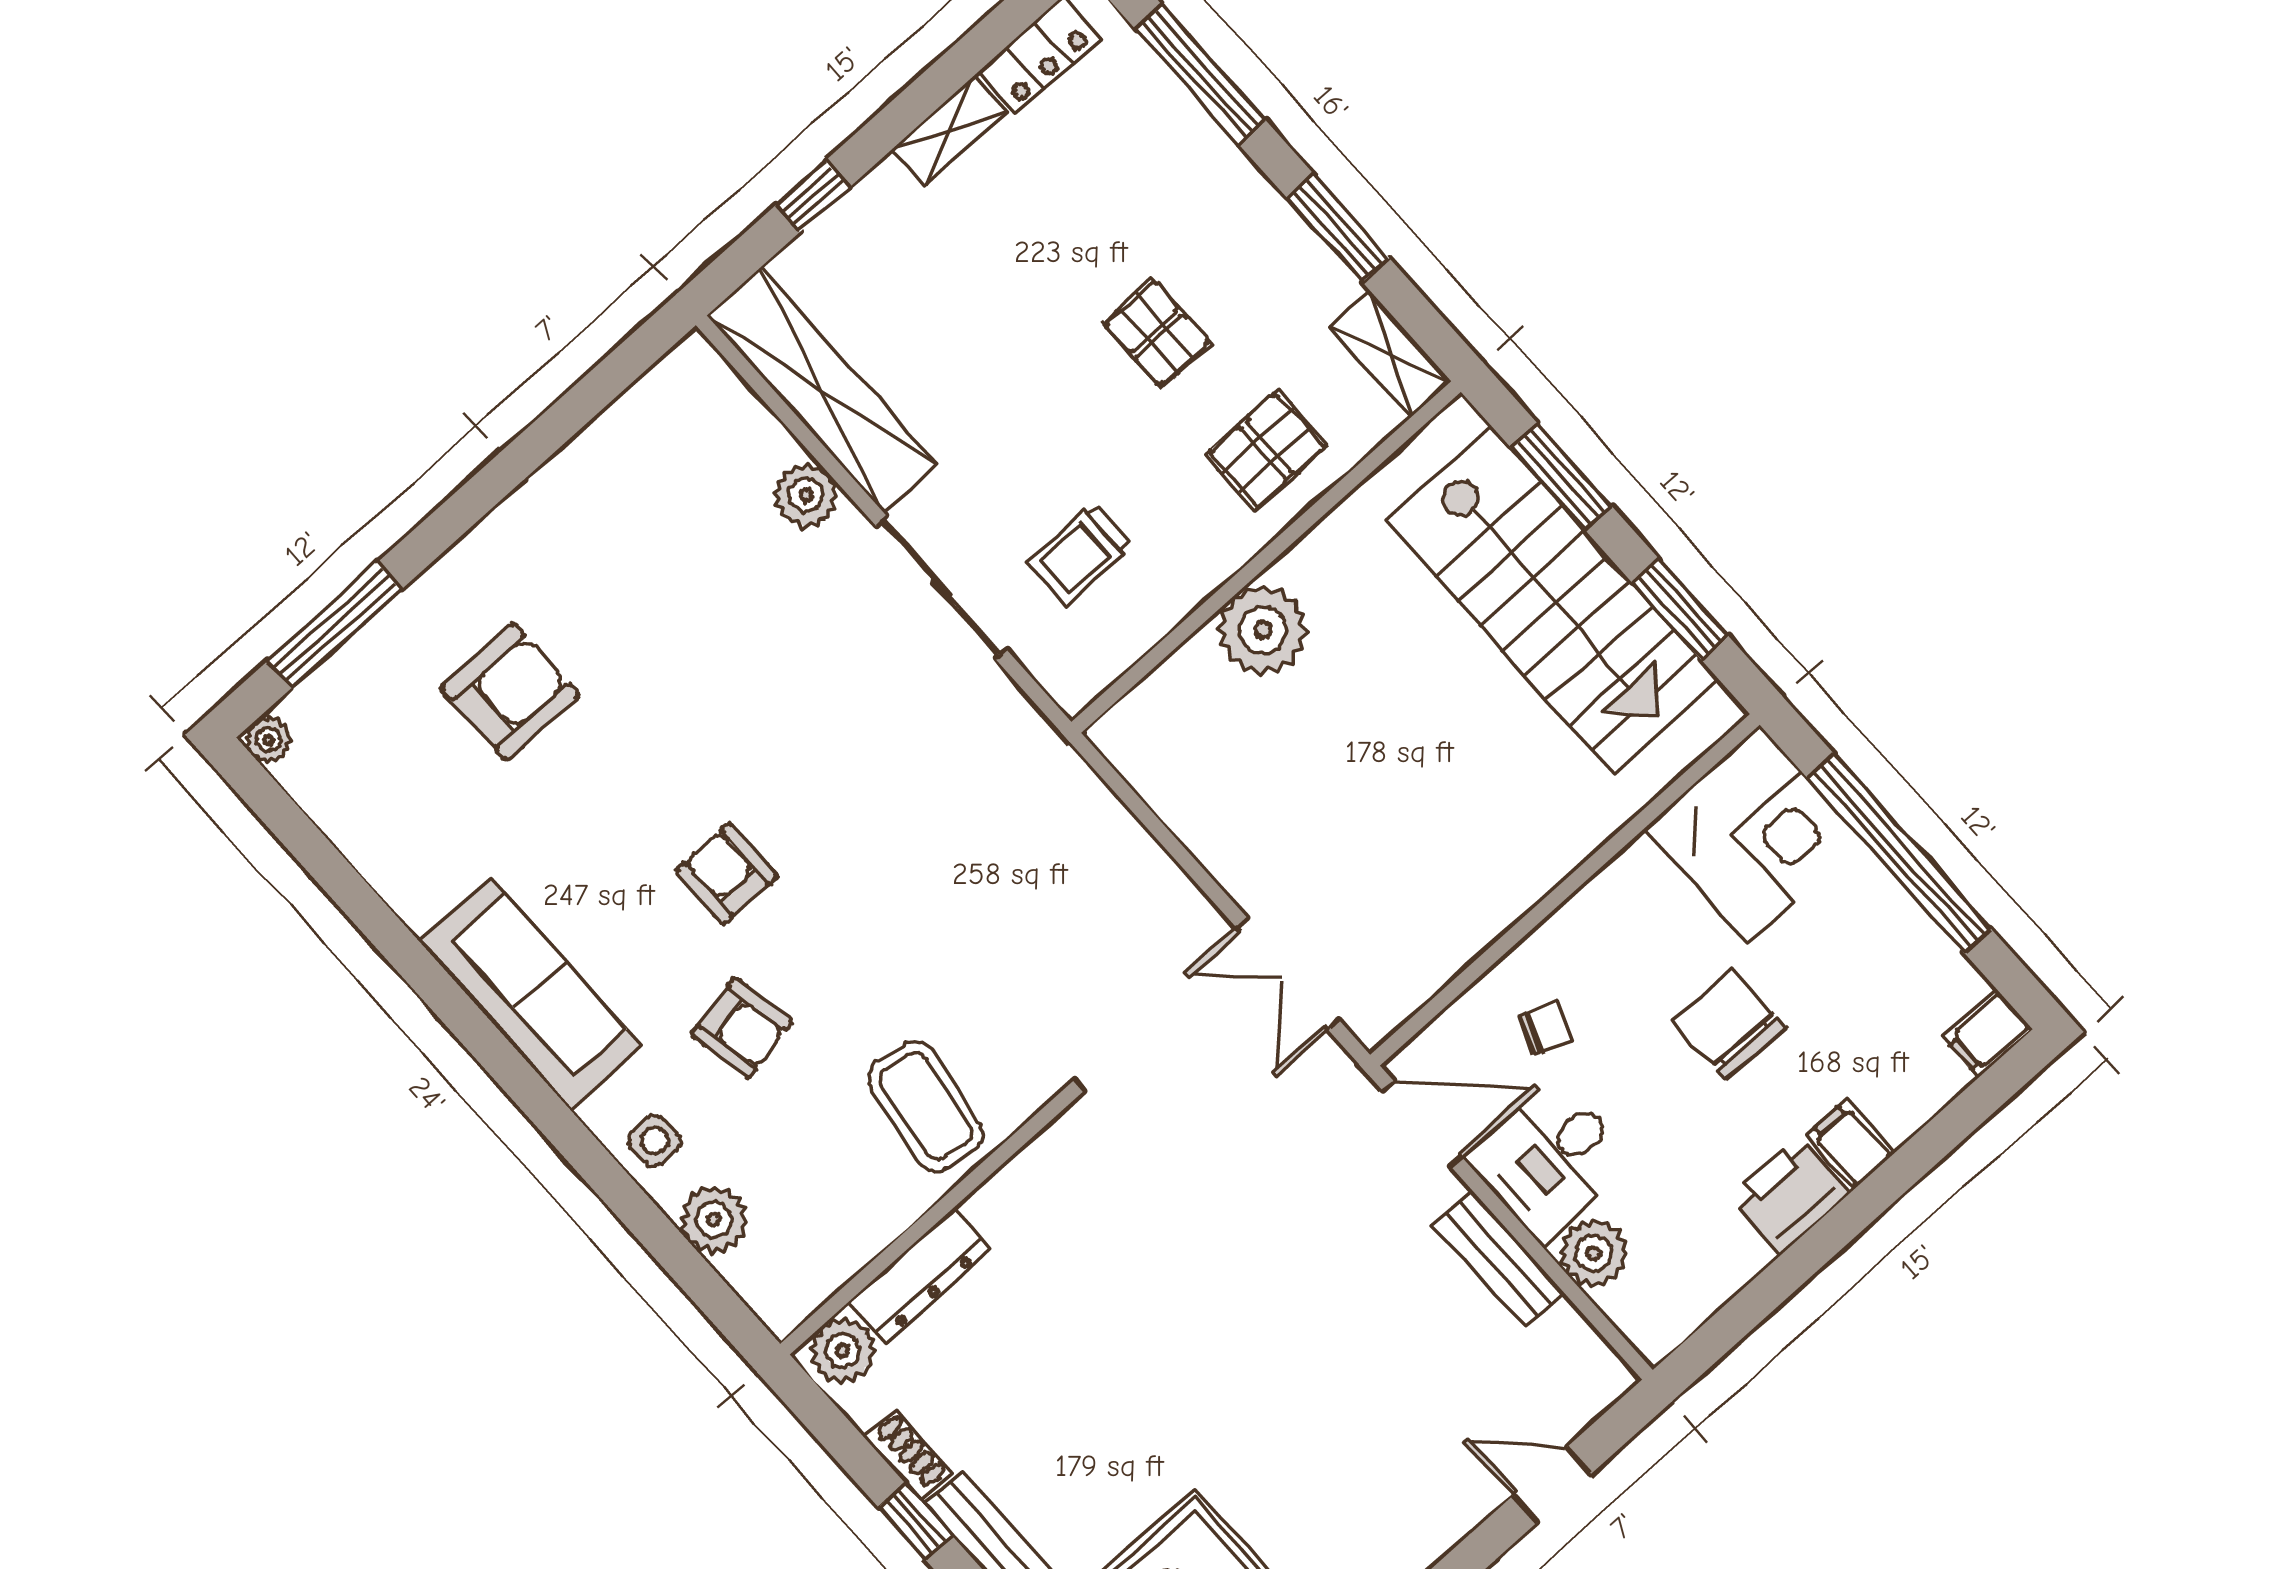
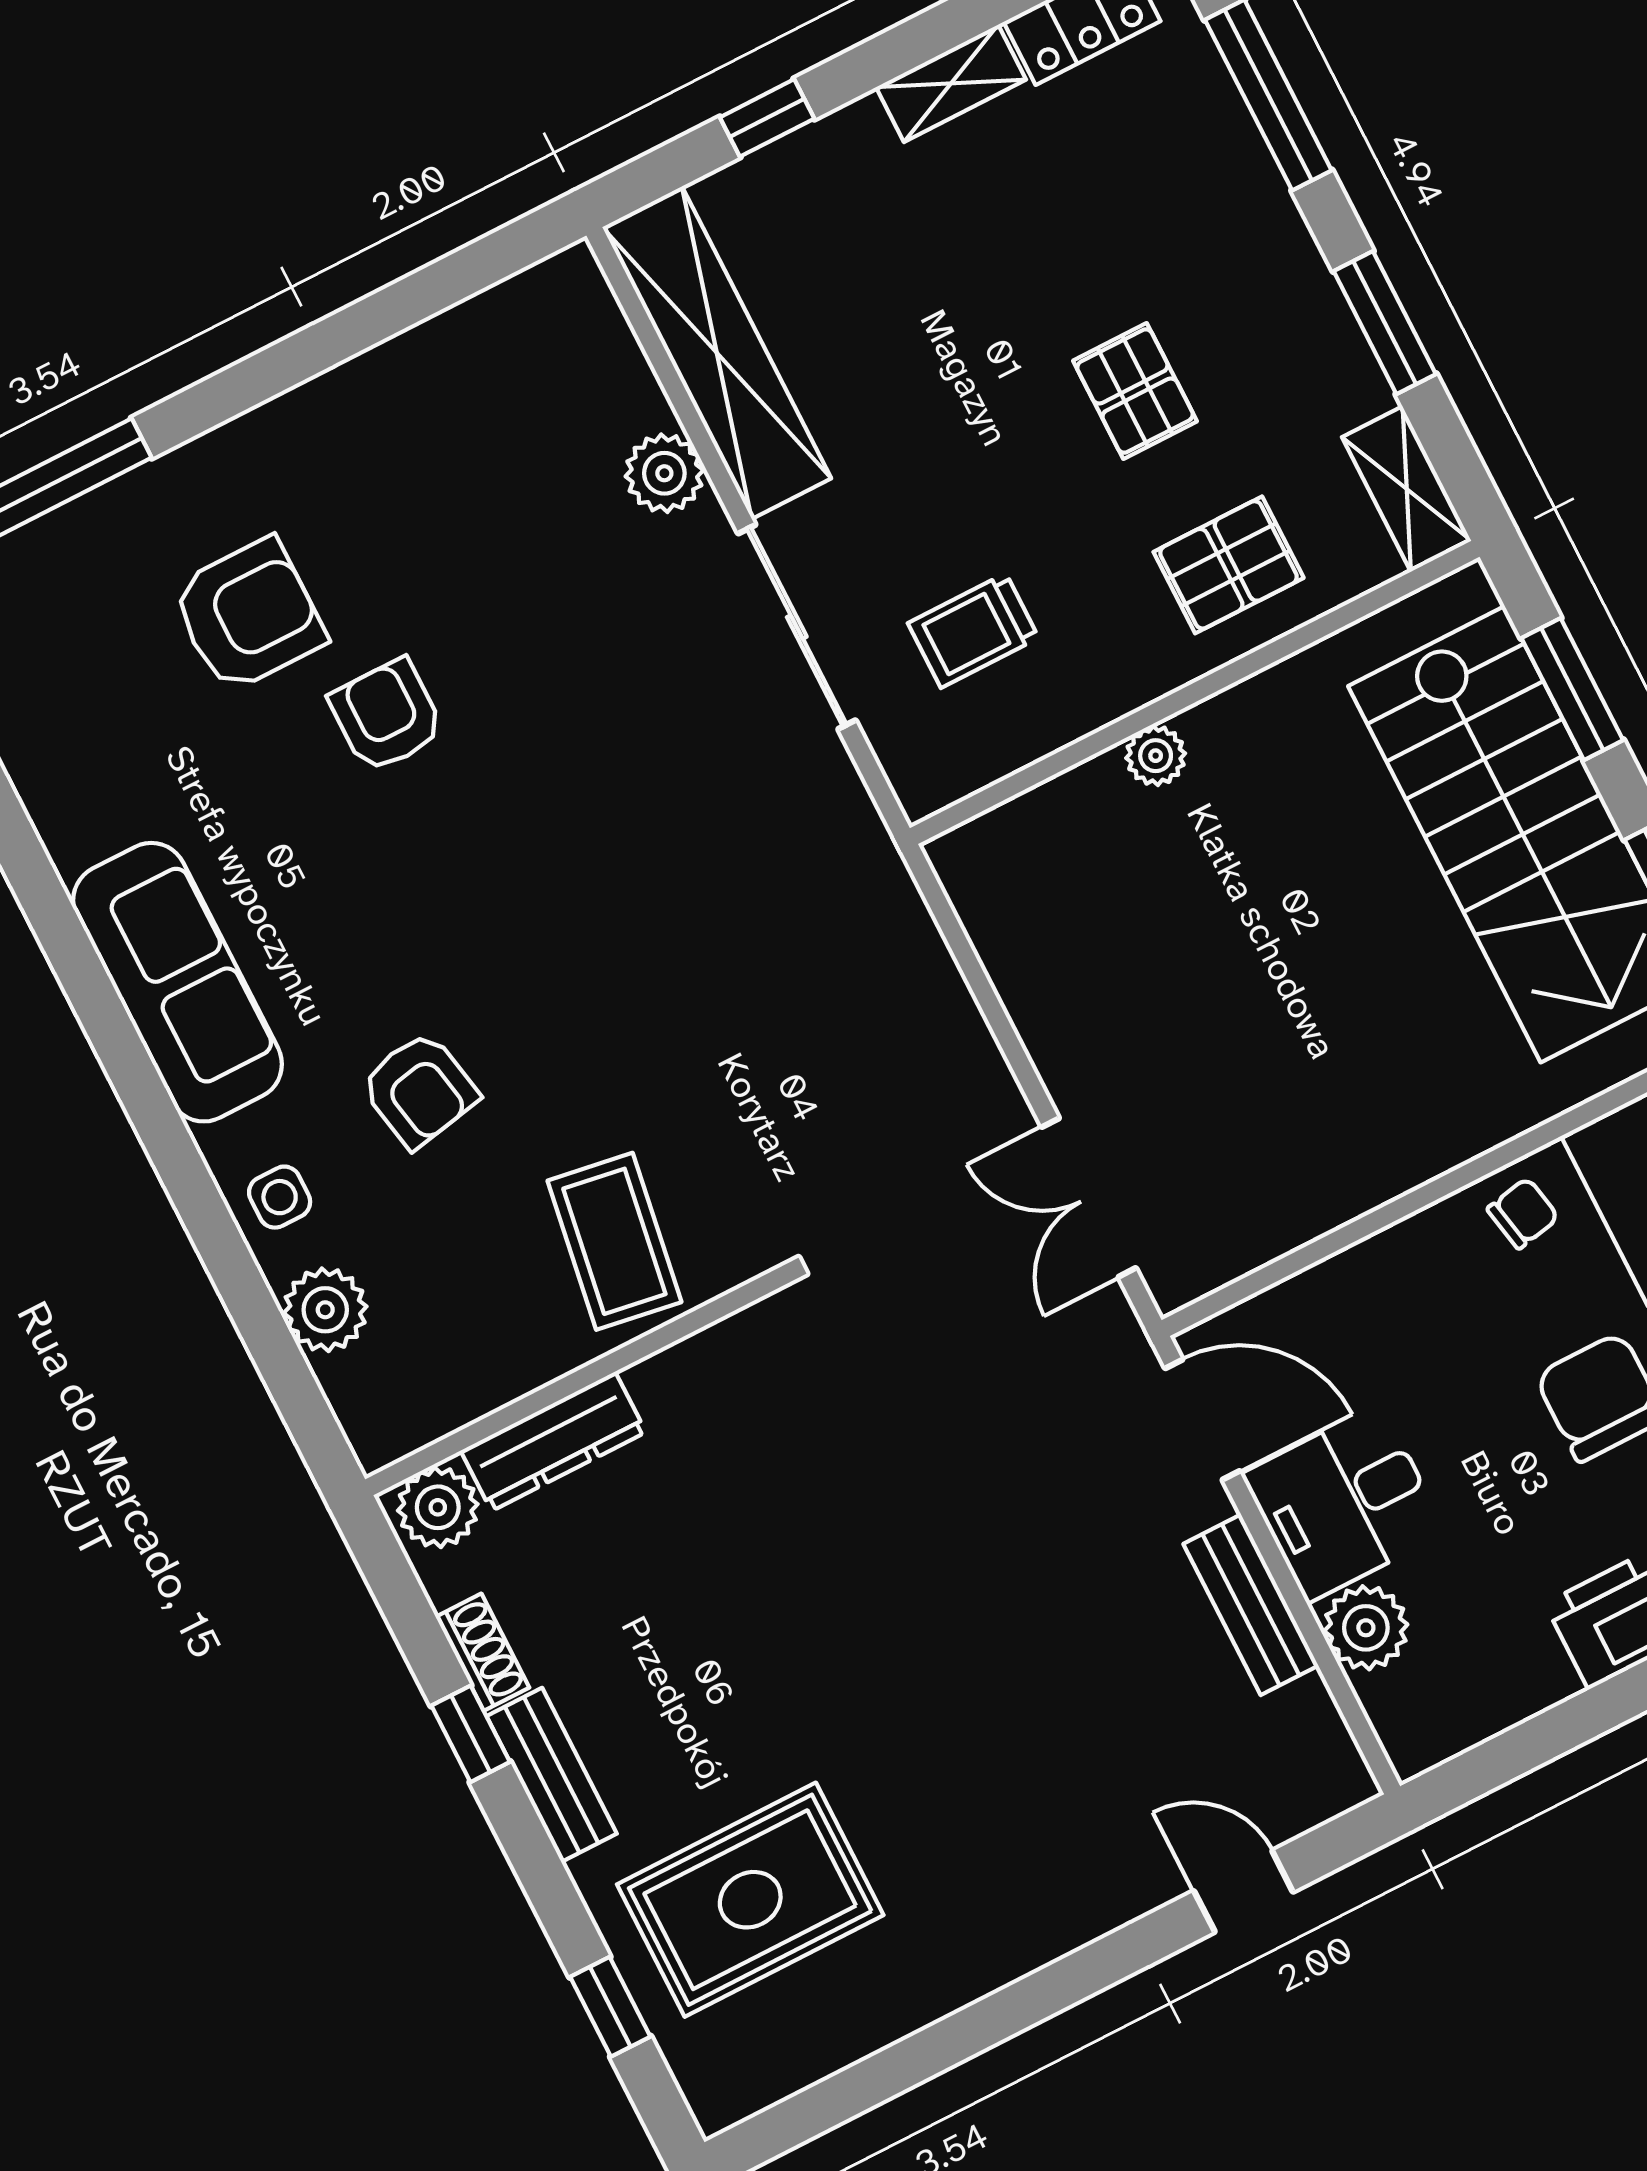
plant: (1263, 630) -> (1156, 756), width x0.53, depth x0.53
armchair: (727, 873) -> (387, 716), moved
chair: (1545, 1028) -> (1523, 1213), moved, turned -32

